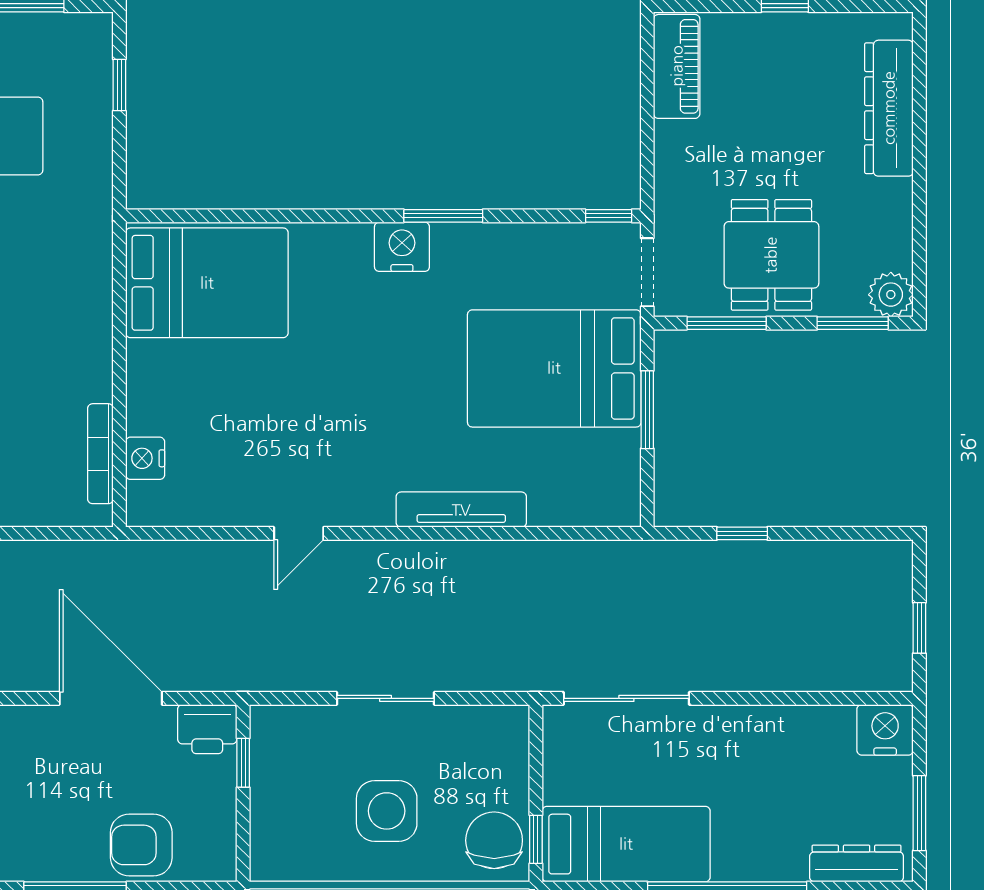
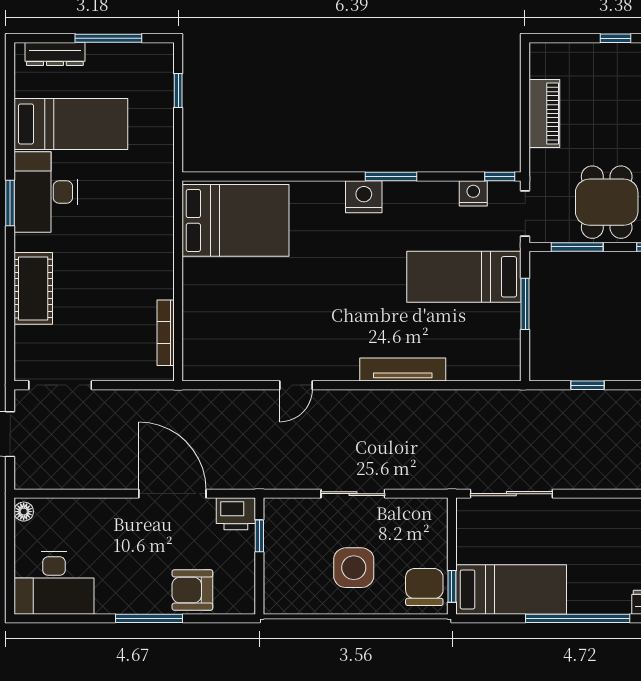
piano: (677, 66) -> (544, 114), moved
bed: (554, 368) -> (464, 277), width x0.67
nightstand: (145, 458) -> (473, 193), moved, turned 90

